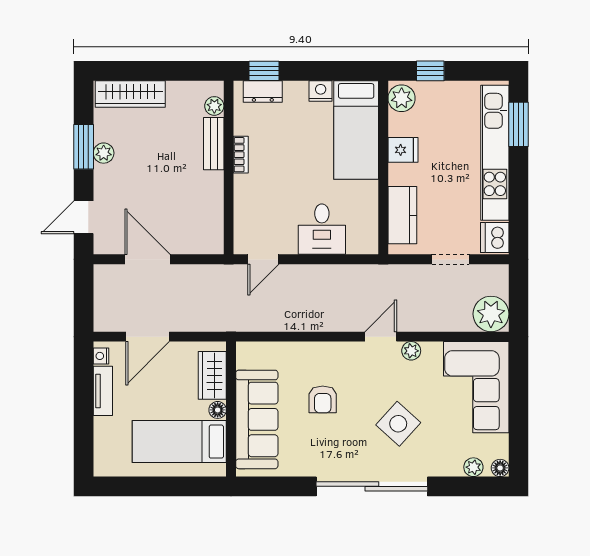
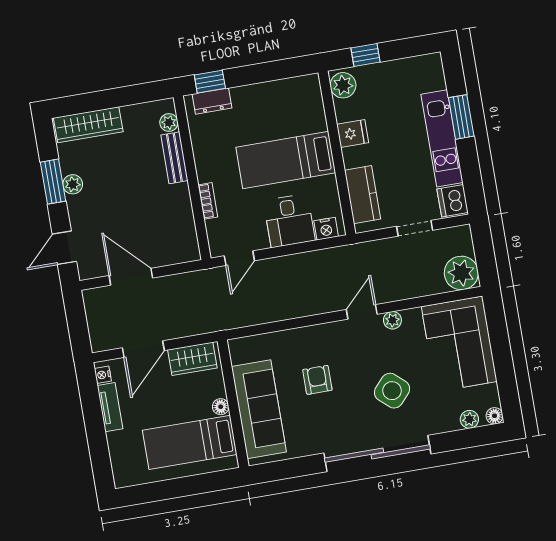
nightstand: (321, 91) -> (326, 229), moved, turned 180
window: (518, 124) -> (461, 117), moved
bed: (356, 130) -> (286, 160), moved, turned 90
kitchen unit: (495, 153) -> (442, 138), width x0.73
bookcase: (241, 155) -> (208, 201), moved
wardrobe: (212, 375) -> (192, 359), moved, turned -90
armchair: (323, 399) -> (317, 380), turned 180

